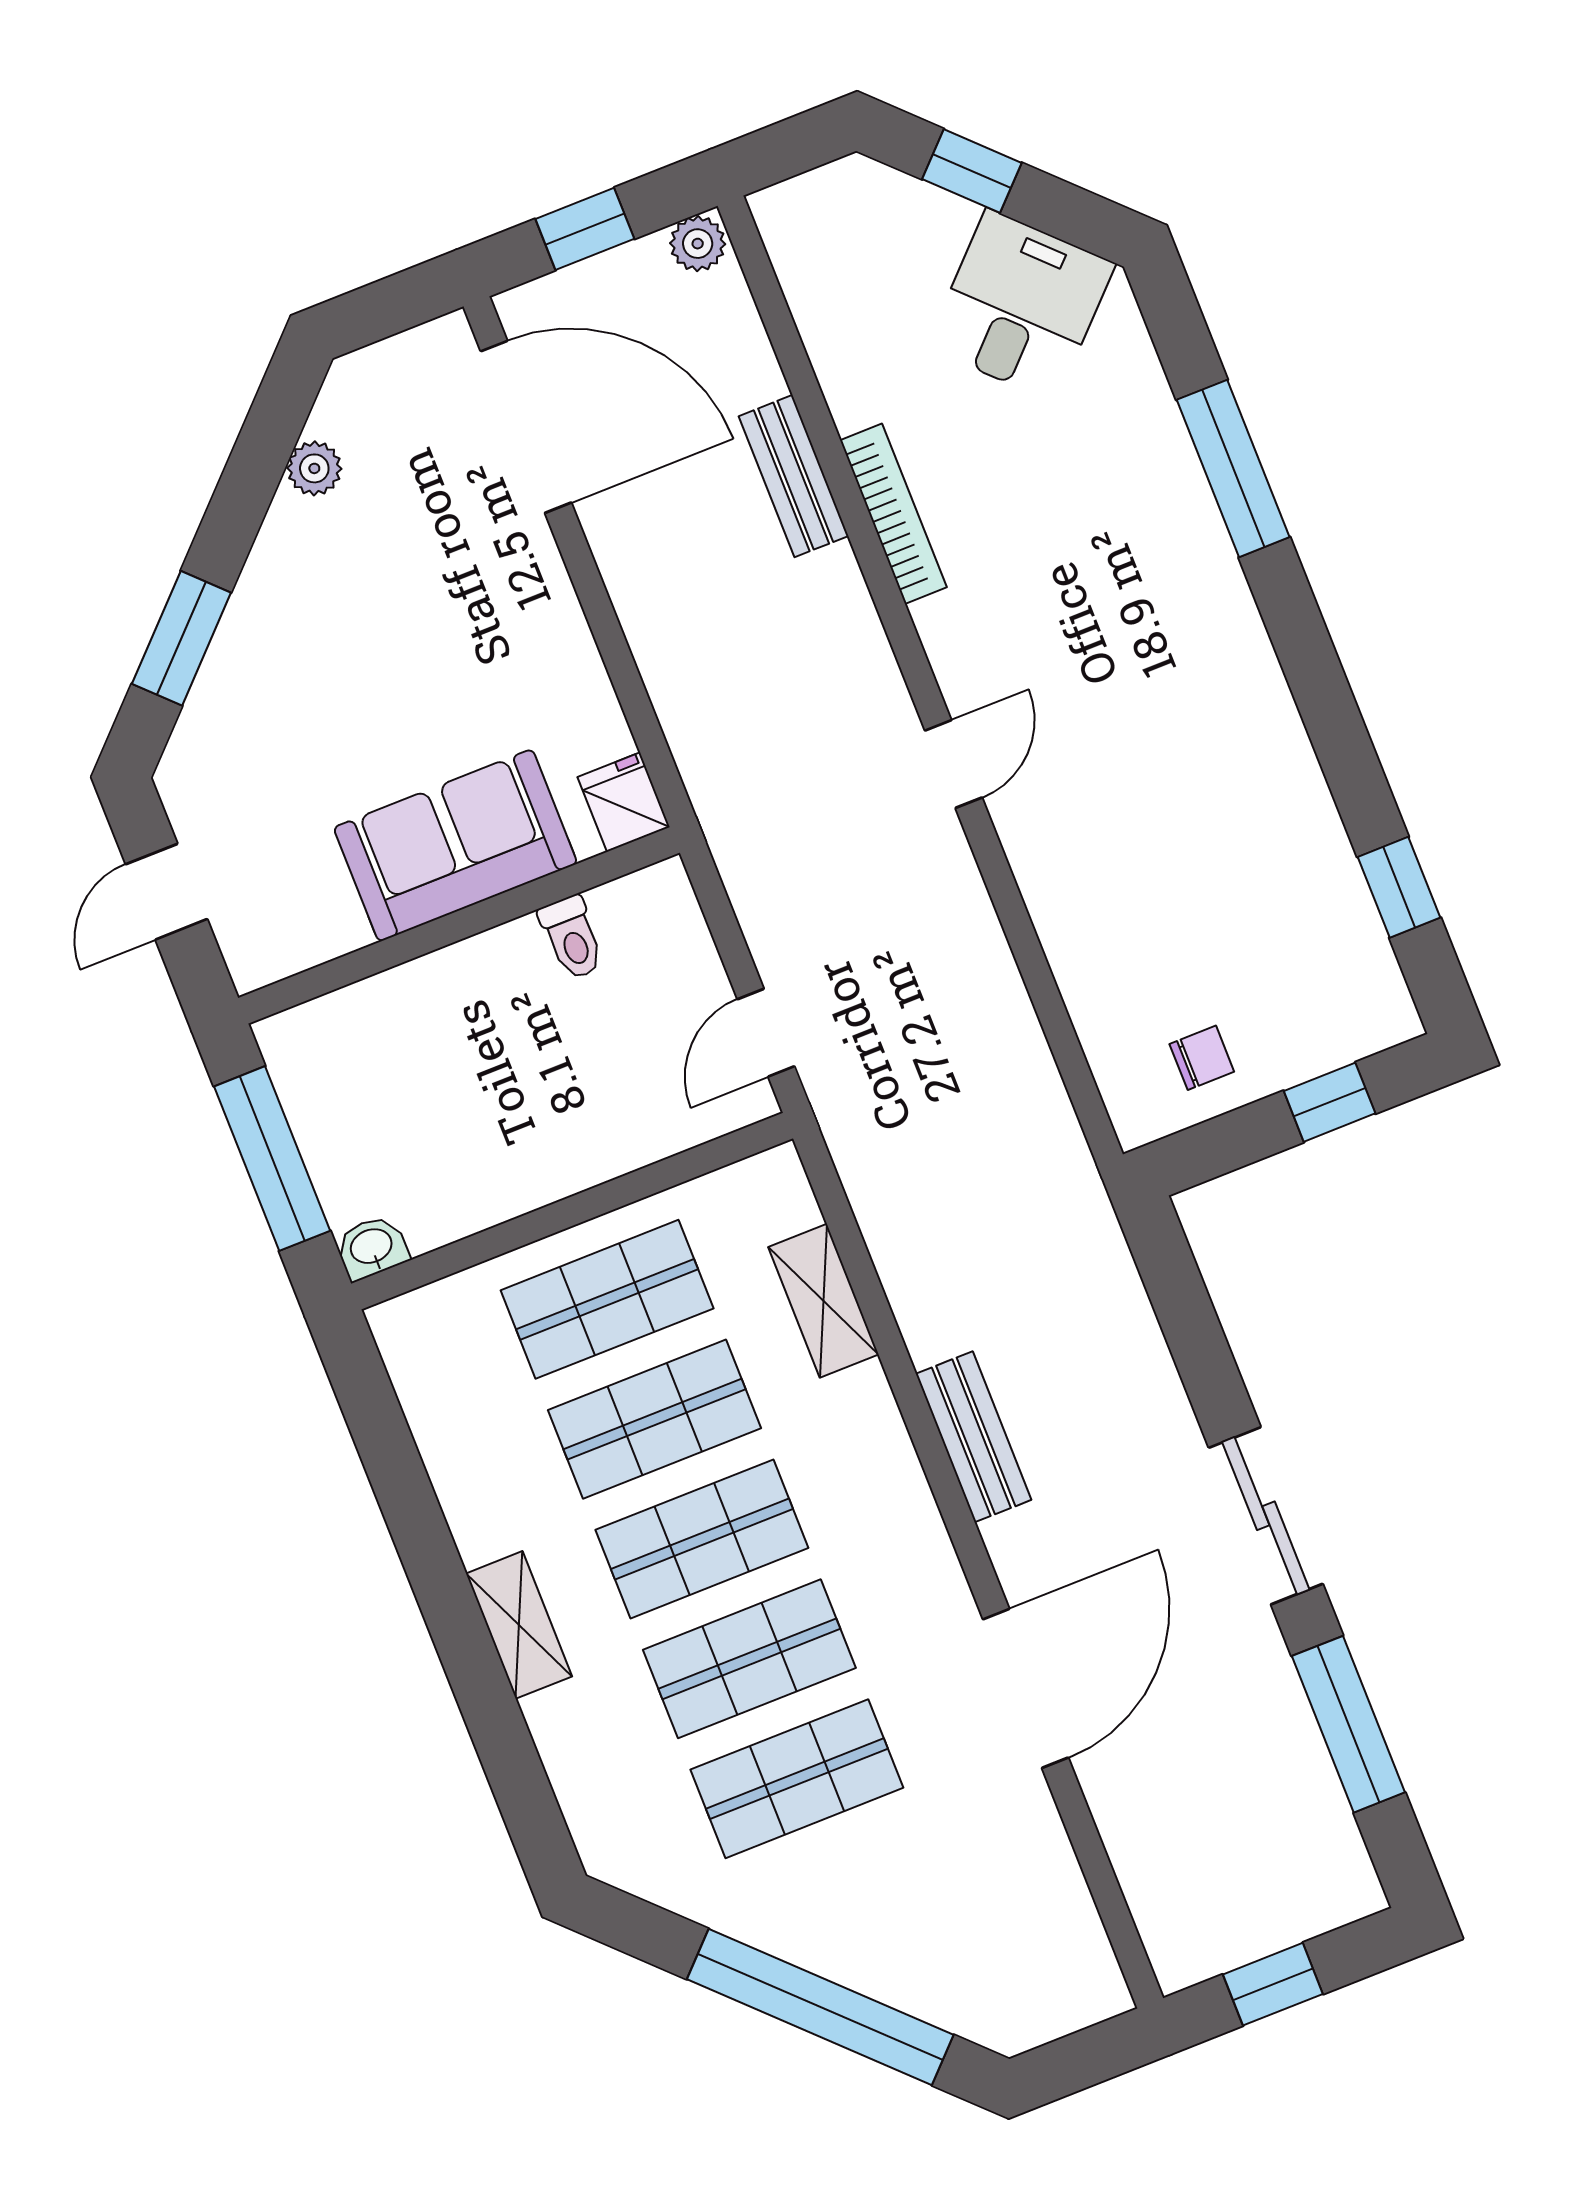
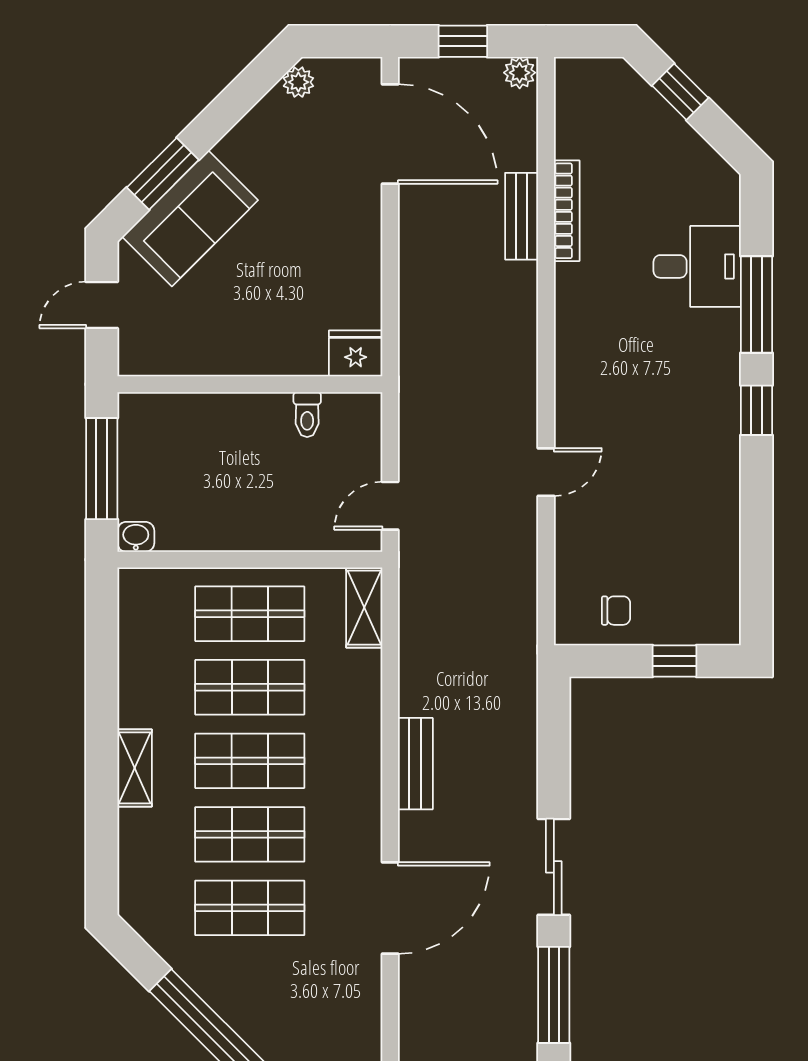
desk: (1021, 305) -> (697, 266), moved, turned 45
plant: (314, 468) -> (298, 82), moved
bookcase: (893, 514) -> (567, 211), moved
door: (953, 764) -> (546, 472), moved
fridge: (624, 802) -> (356, 353), width x1.38
sofa: (455, 845) -> (190, 218), moved, turned 135
window: (1399, 887) -> (756, 410), moved
shelving: (823, 1301) -> (364, 608), moved

